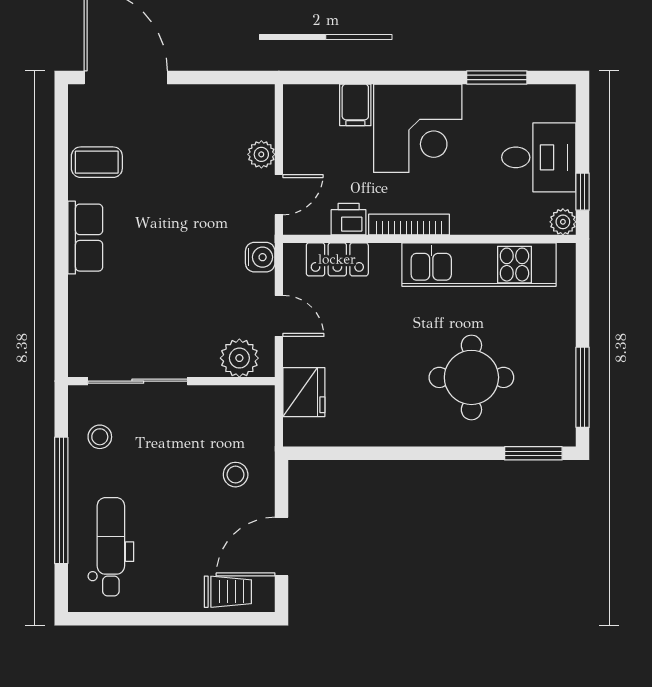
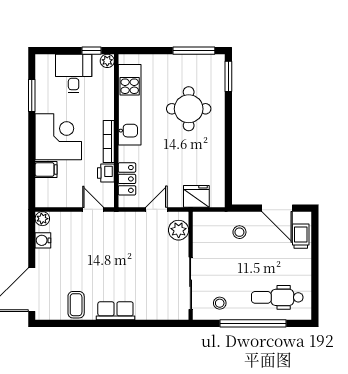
plant: (261, 154) -> (42, 219), moved
water cooler: (260, 257) -> (43, 240), moved, turned -90

